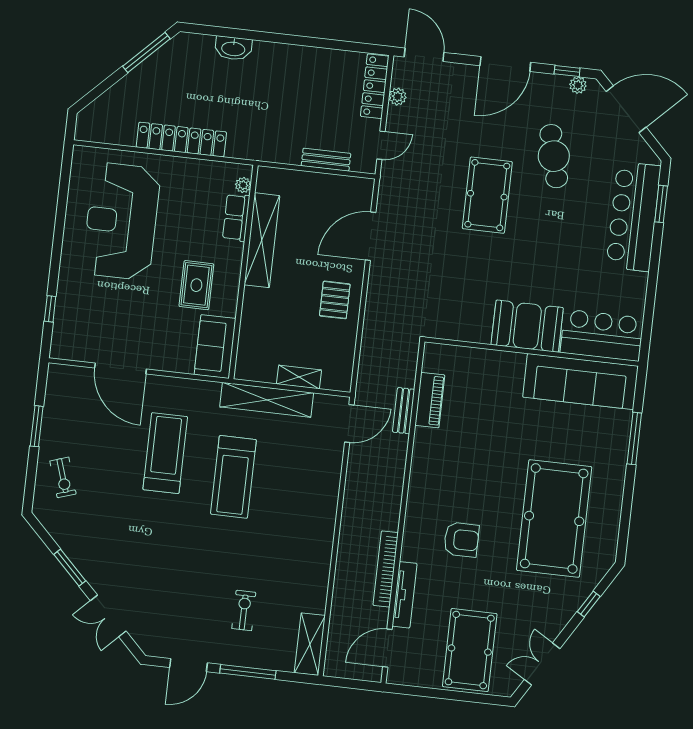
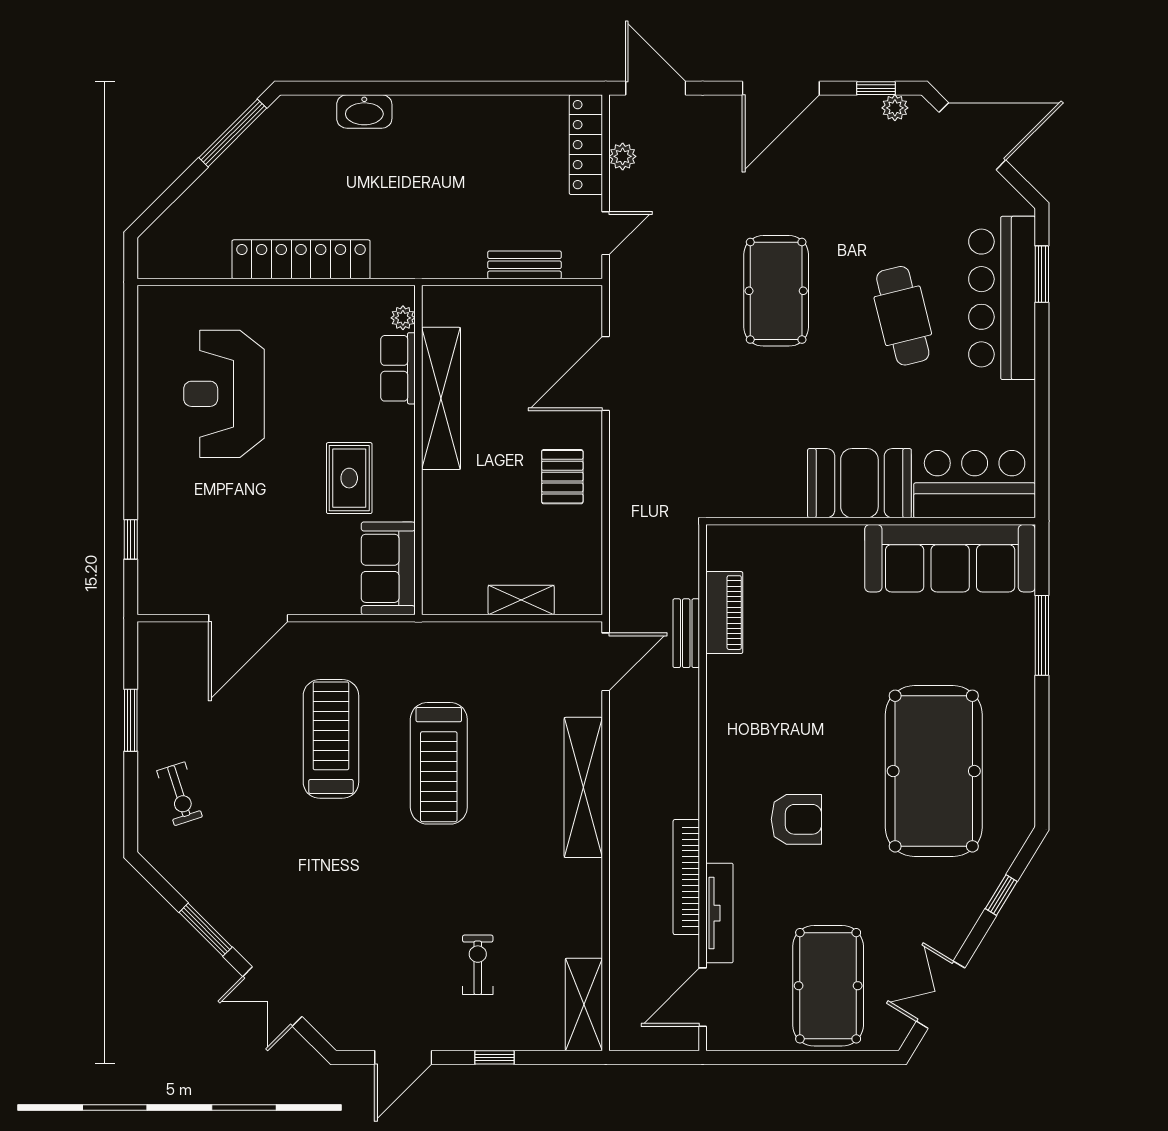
cafe table: (554, 156) -> (903, 316), moved
reception desk: (121, 221) -> (224, 394), width x0.74, depth x0.77
door: (120, 368) -> (248, 618), hinge flipped
shelving: (267, 400) -> (583, 787), moved, turned 90
window: (248, 672) -> (495, 1057), width x0.46

